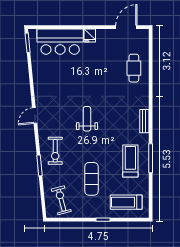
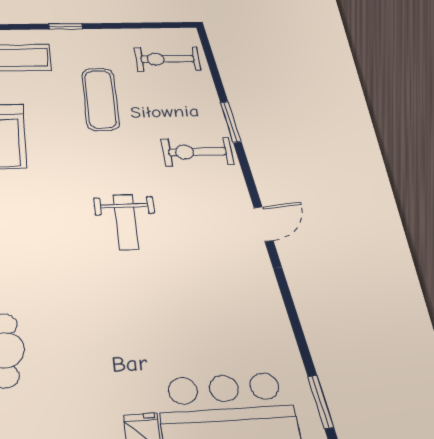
exercise bike: (55, 151) -> (197, 152), turned -90
exercise bike: (61, 200) -> (167, 59), turned 105

